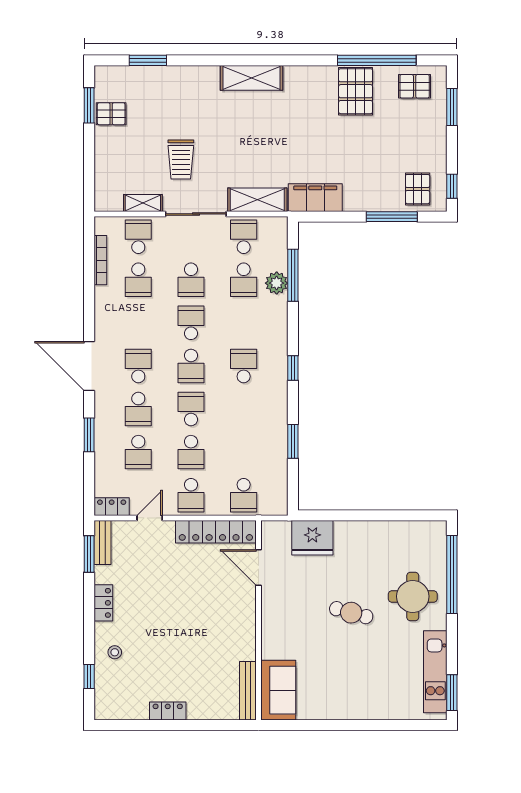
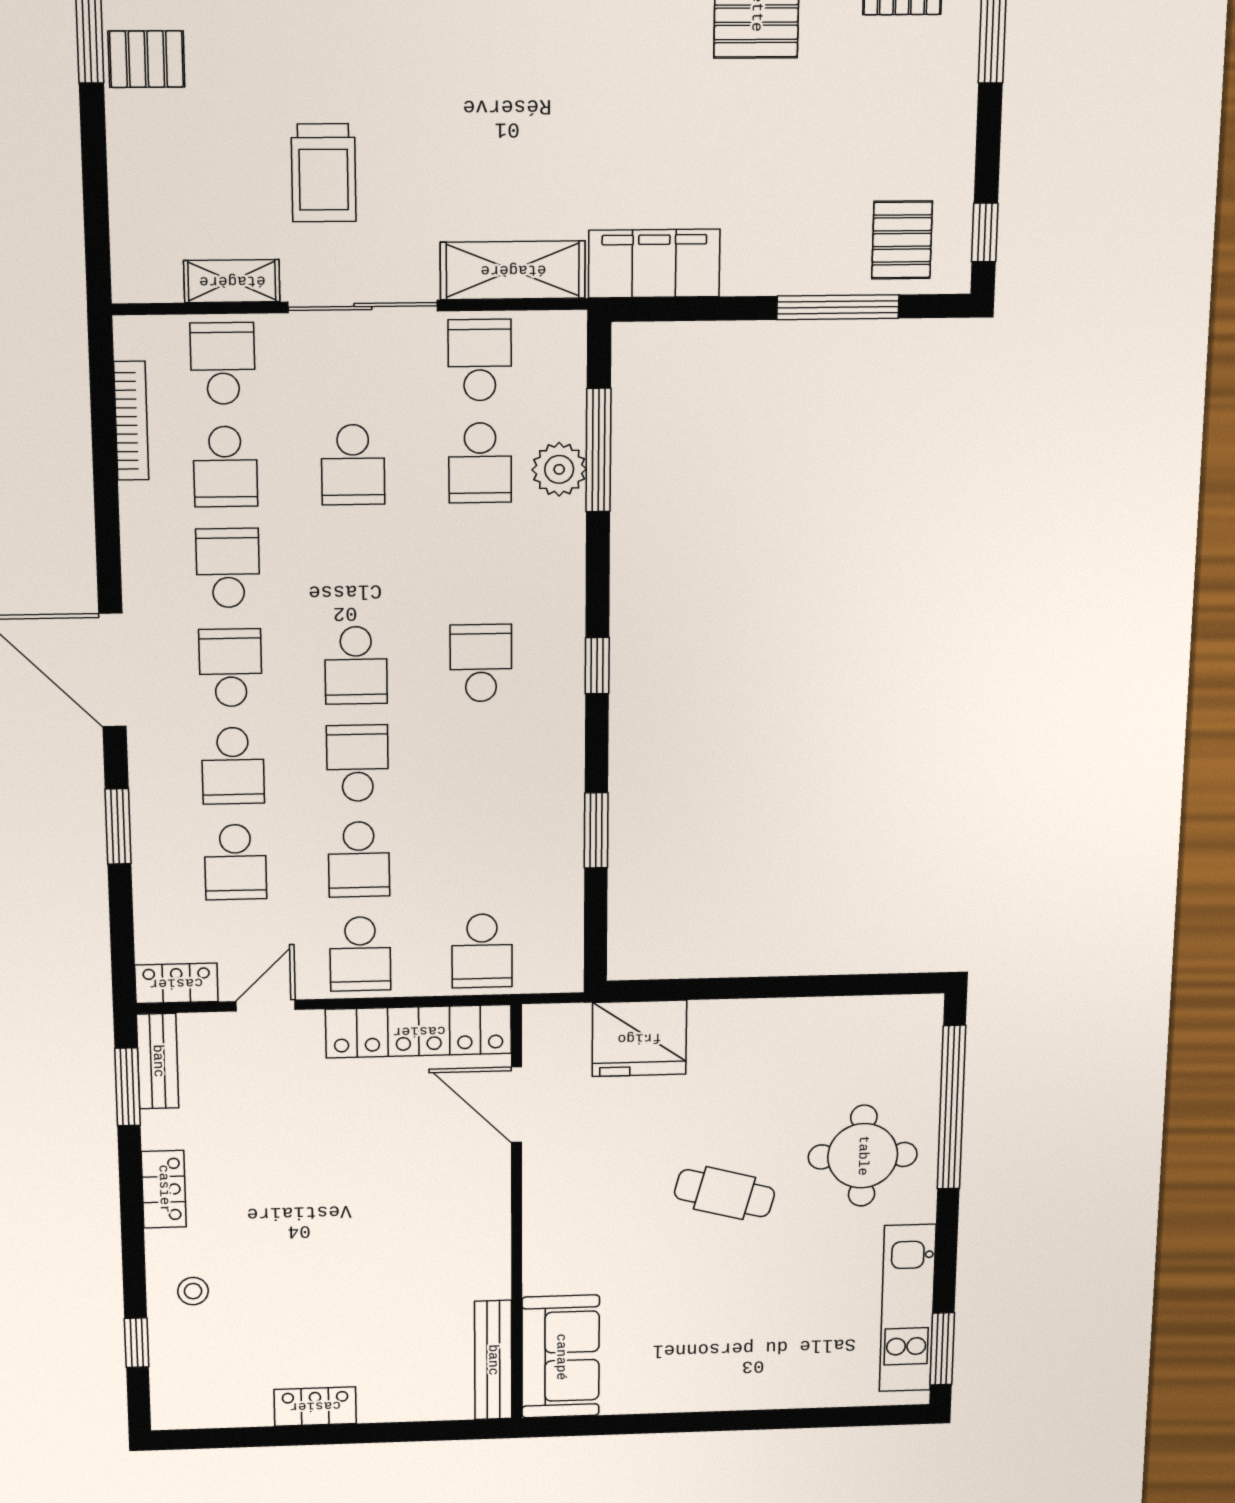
school desk: (191, 323) -> (228, 568), moved

